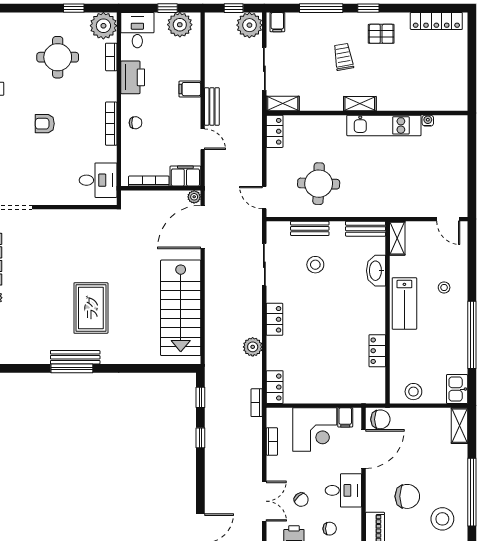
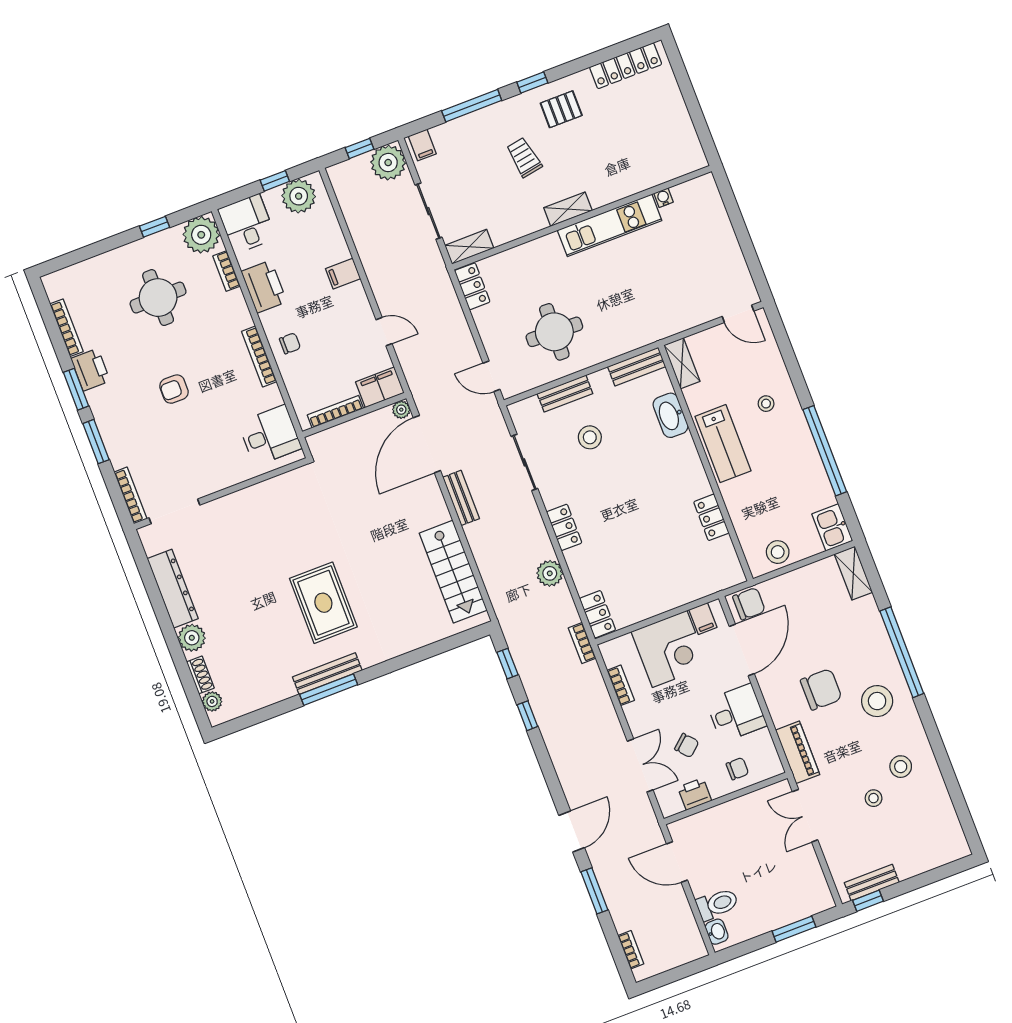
bench: (212, 106) -> (461, 498), moved
stairs: (181, 308) -> (453, 572), width x0.73, depth x0.66

